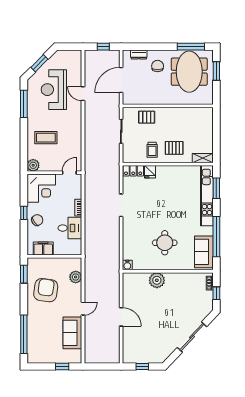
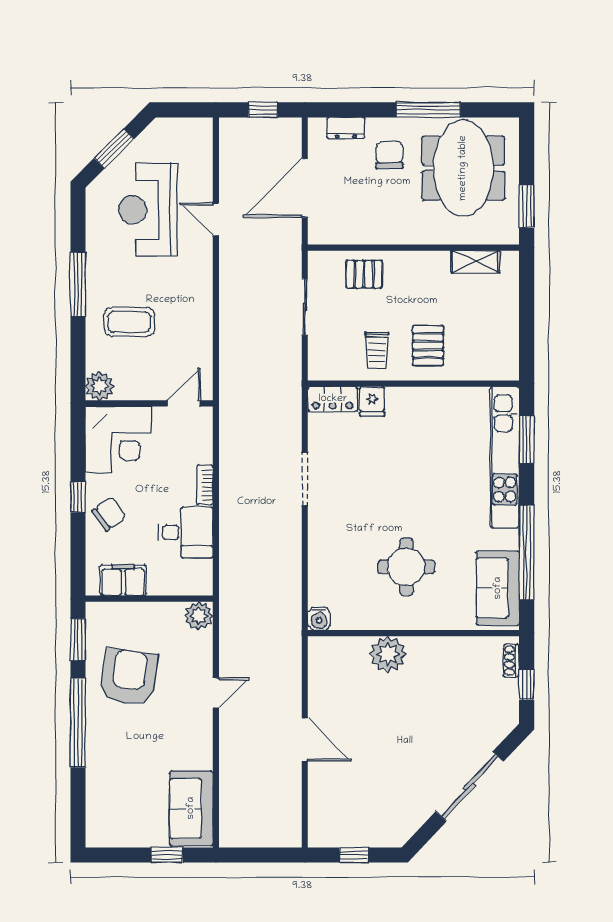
window: (191, 47) -> (428, 110), moved
window: (216, 71) -> (527, 206), moved
window: (24, 104) -> (78, 284), moved
pallet: (174, 148) -> (428, 346), turned 90
shelving: (203, 158) -> (475, 262), moved
plant: (76, 277) -> (199, 616), moved
door: (83, 309) -> (216, 693), moved
sofa: (72, 333) -> (191, 808), moved
window: (24, 334) -> (78, 723), moved

